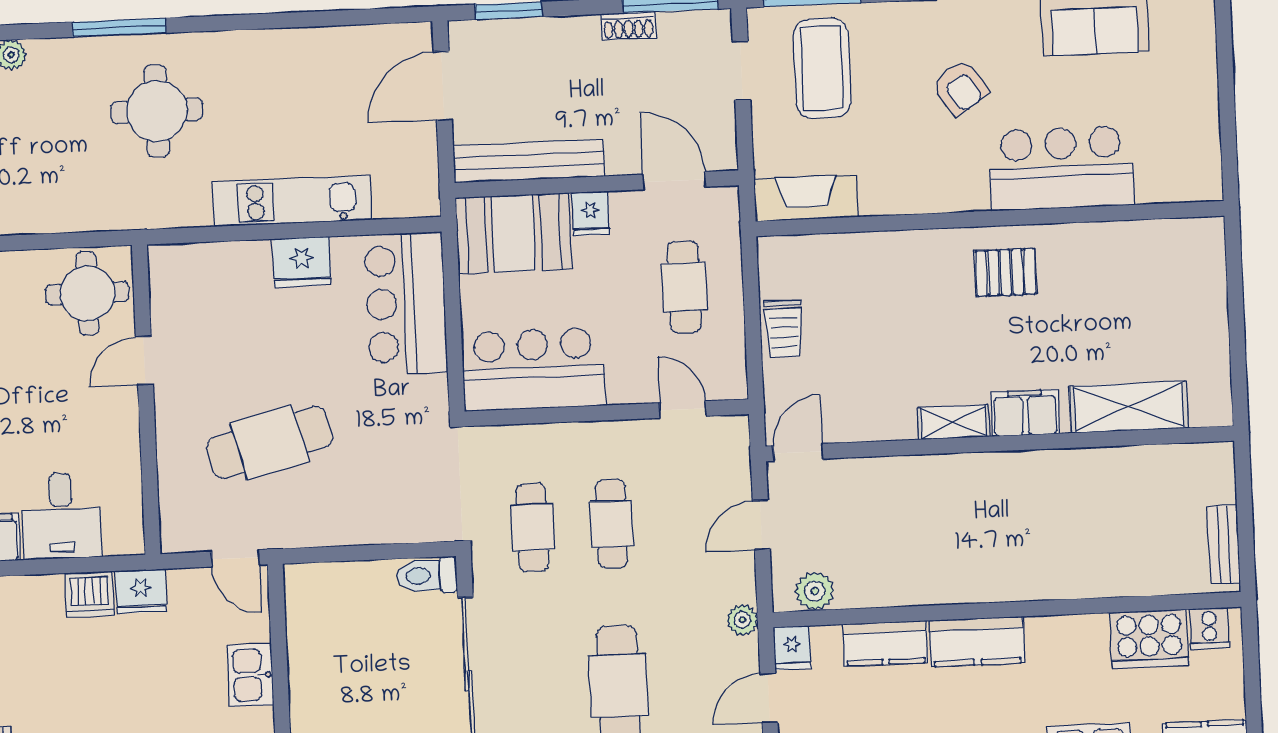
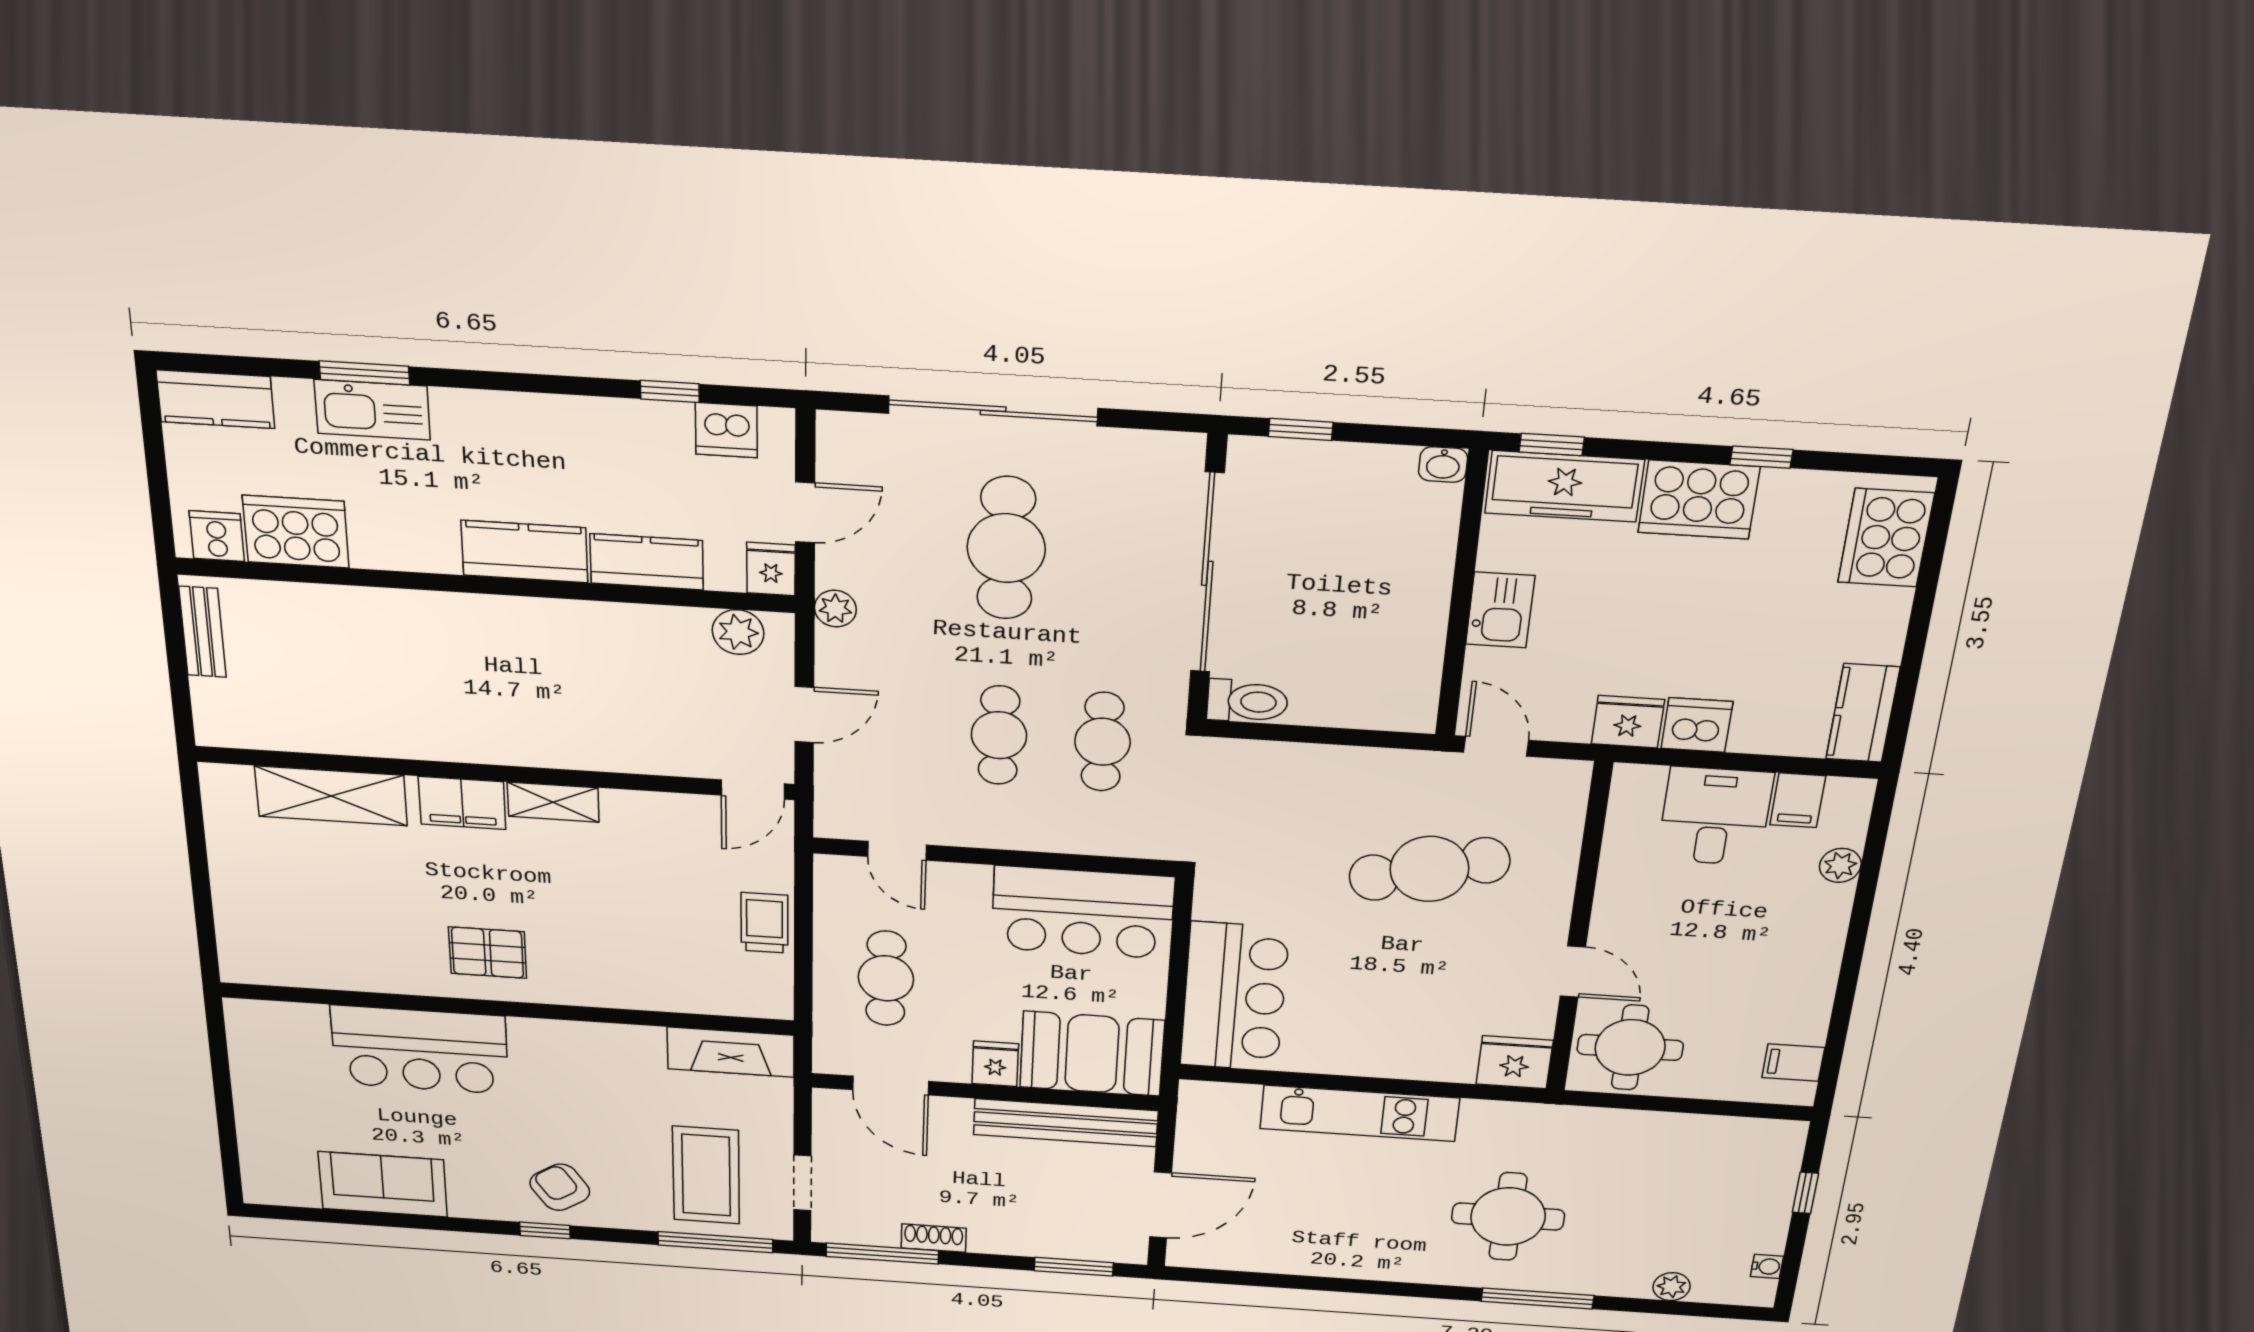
armchair: (960, 87) -> (560, 1187), moved
fridge: (302, 262) -> (1515, 1062), moved
door: (144, 360) -> (1573, 972), hinge flipped

